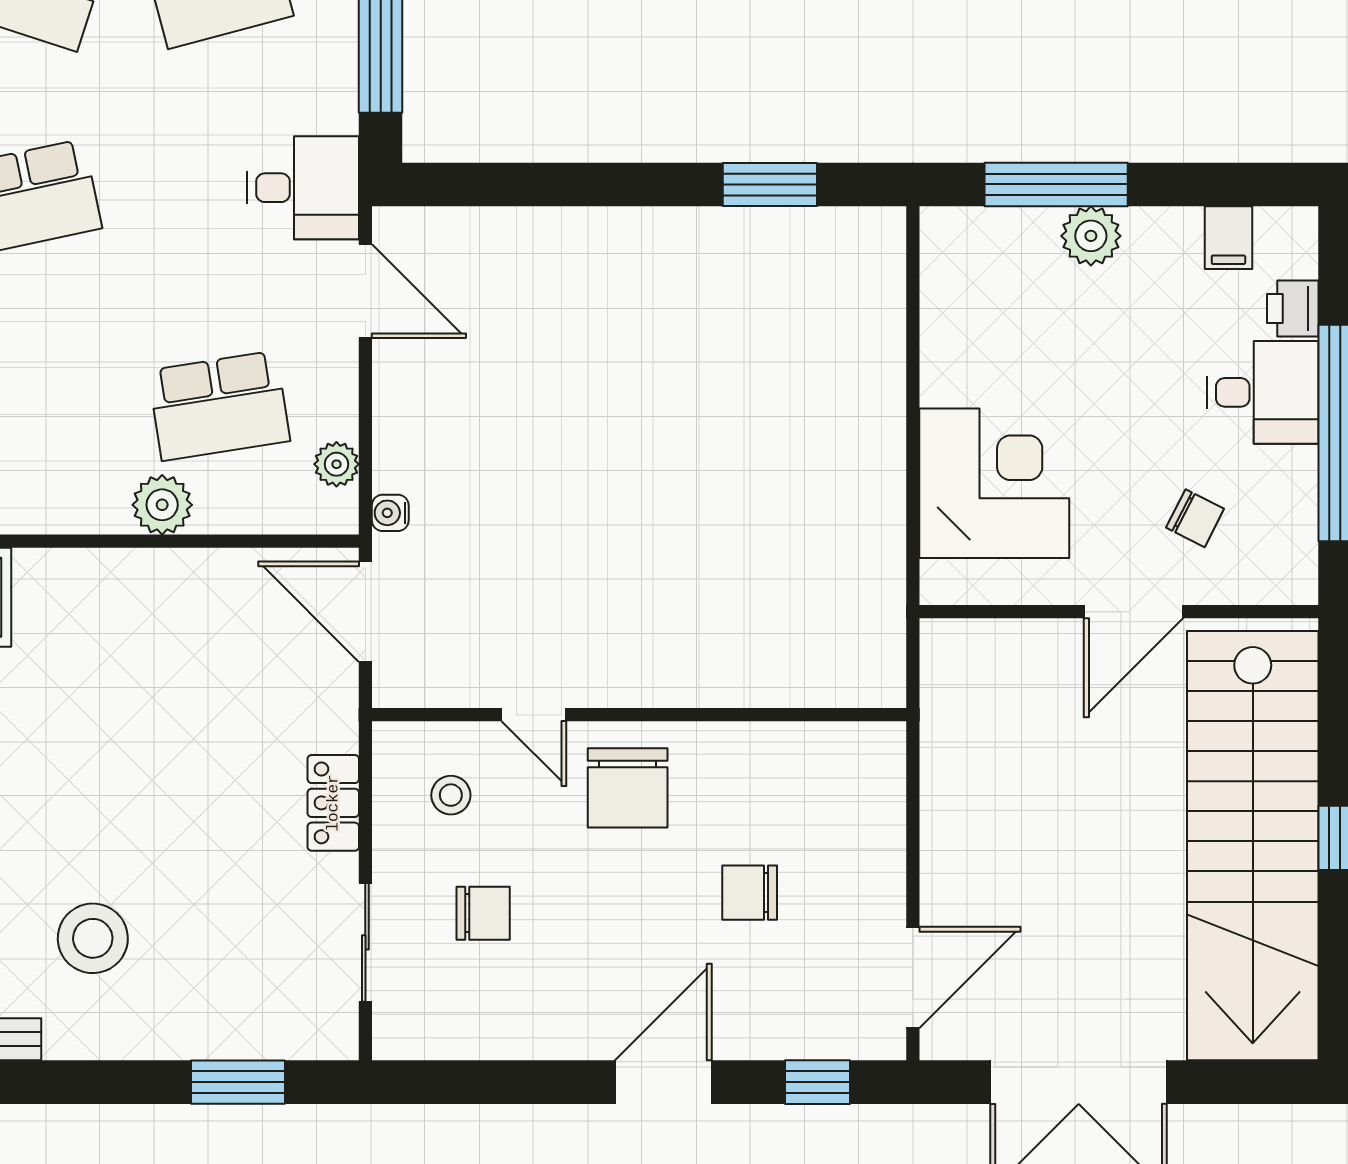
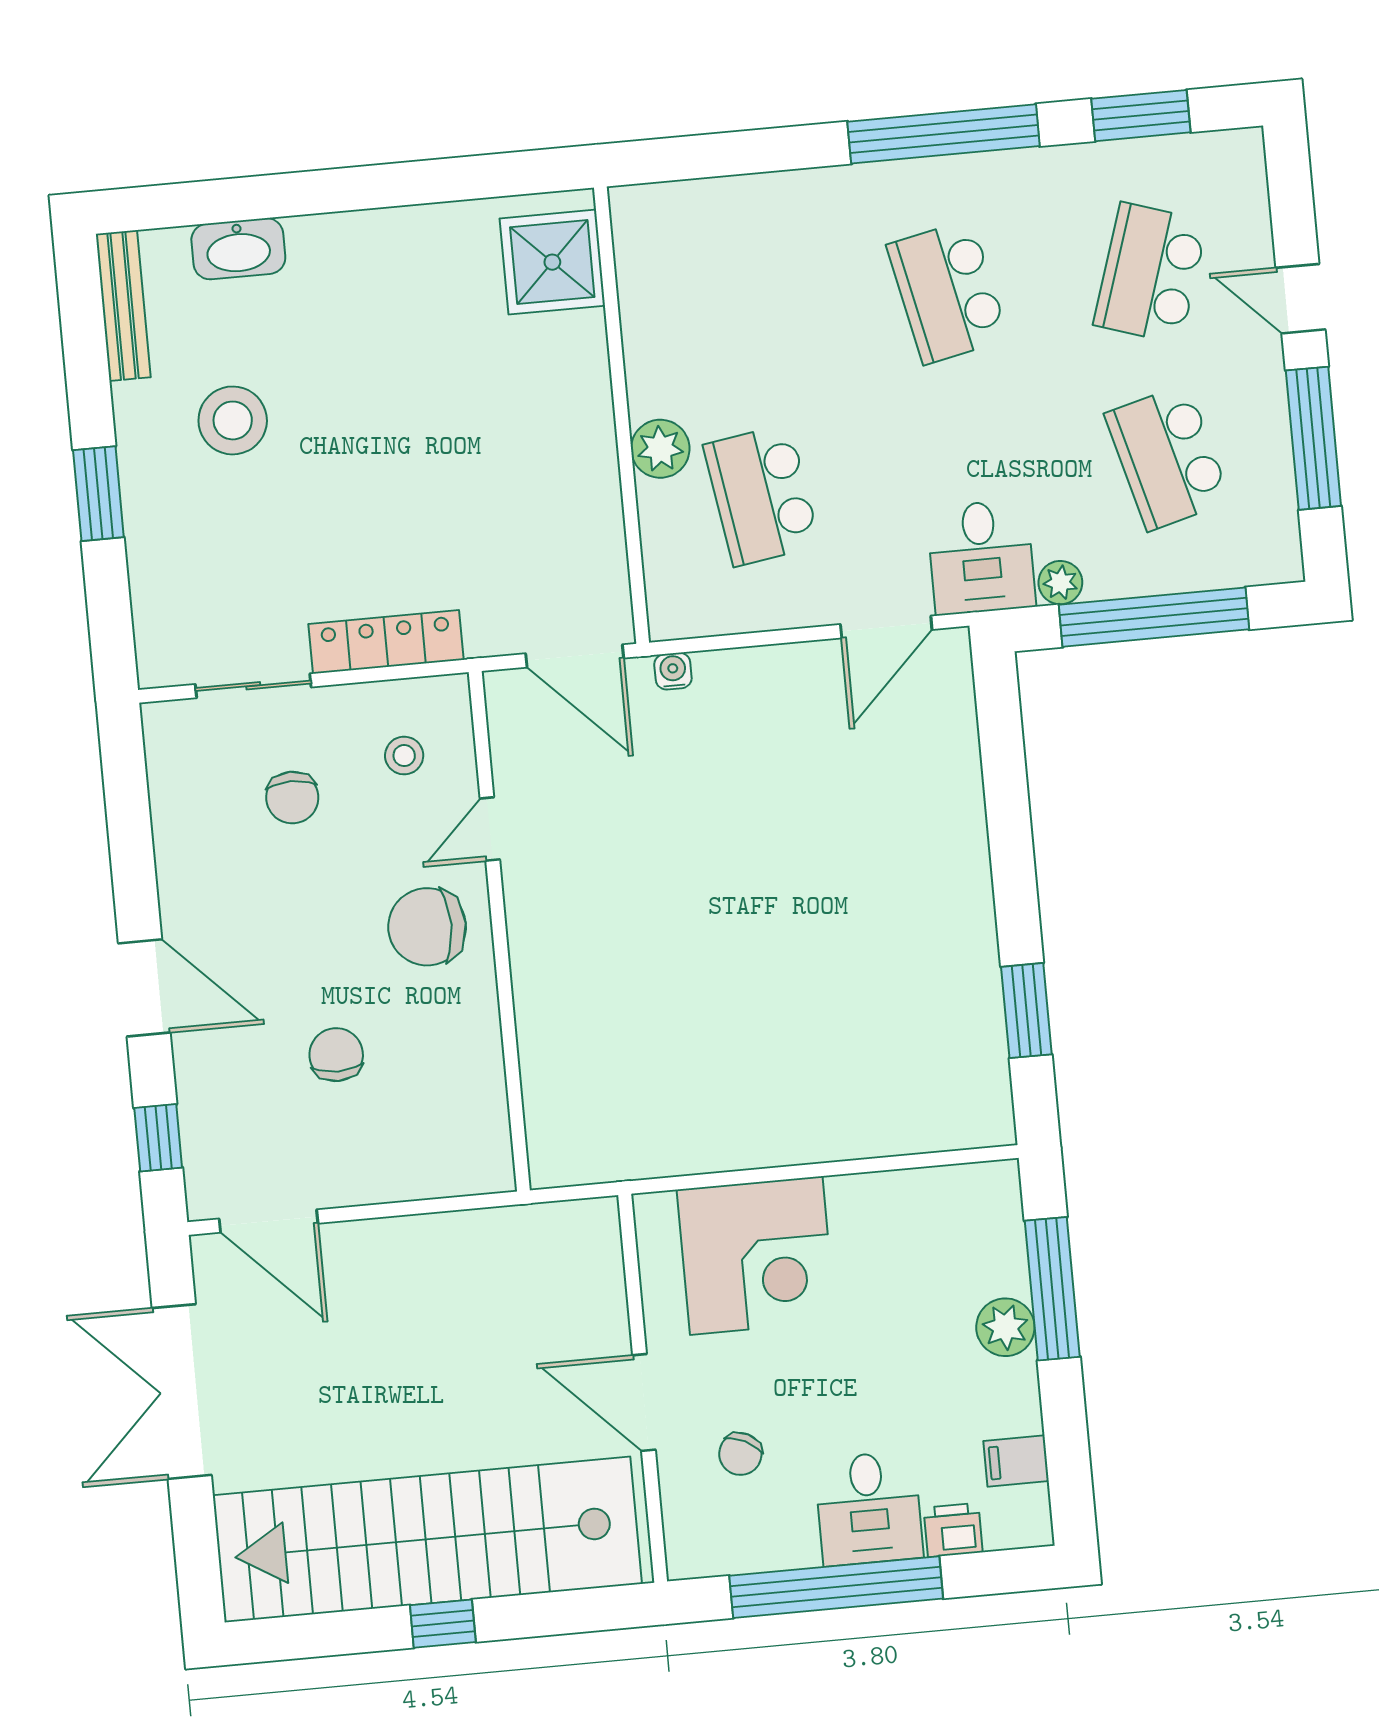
plant: (336, 464) -> (1060, 583), moved
door: (365, 612) -> (575, 656), swing flipped
locker: (333, 803) -> (386, 642), width x1.53
window: (238, 1082) -> (98, 494), moved

